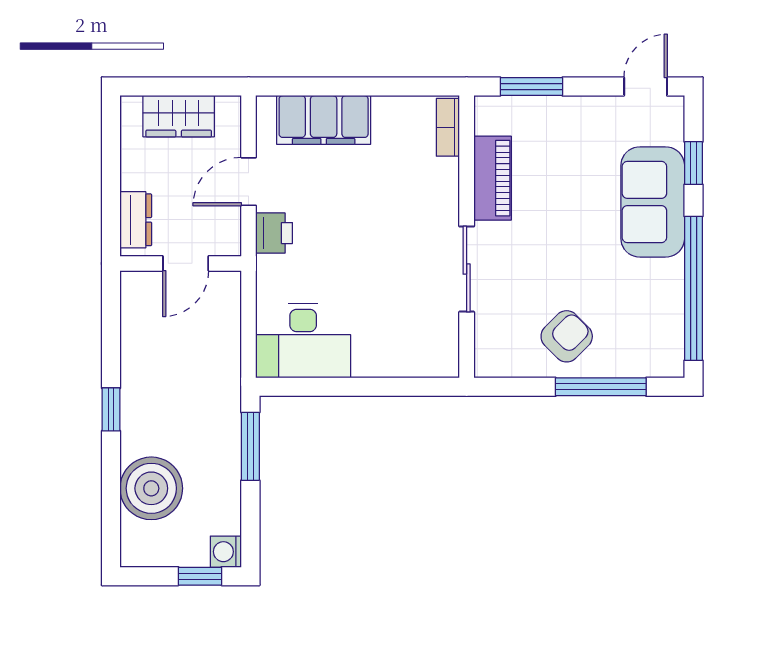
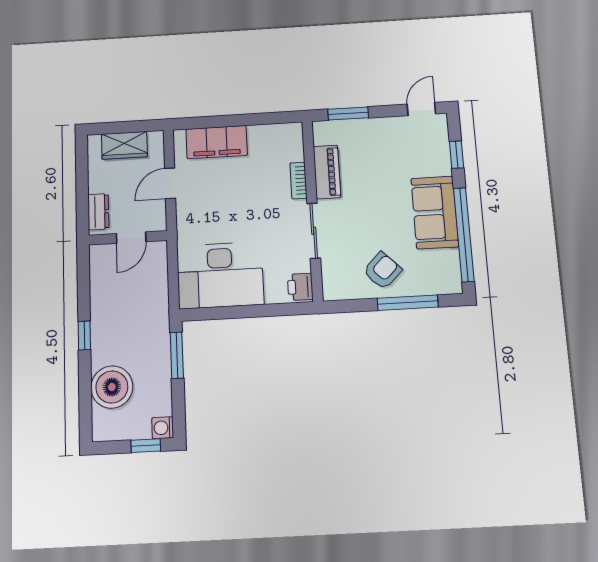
bookcase: (448, 127) -> (299, 181), moved
sofa: (653, 202) -> (435, 212), moved
printer: (274, 233) -> (300, 287), moved, turned 180
desk: (303, 341) -> (220, 275), width x1.36, depth x1.30

